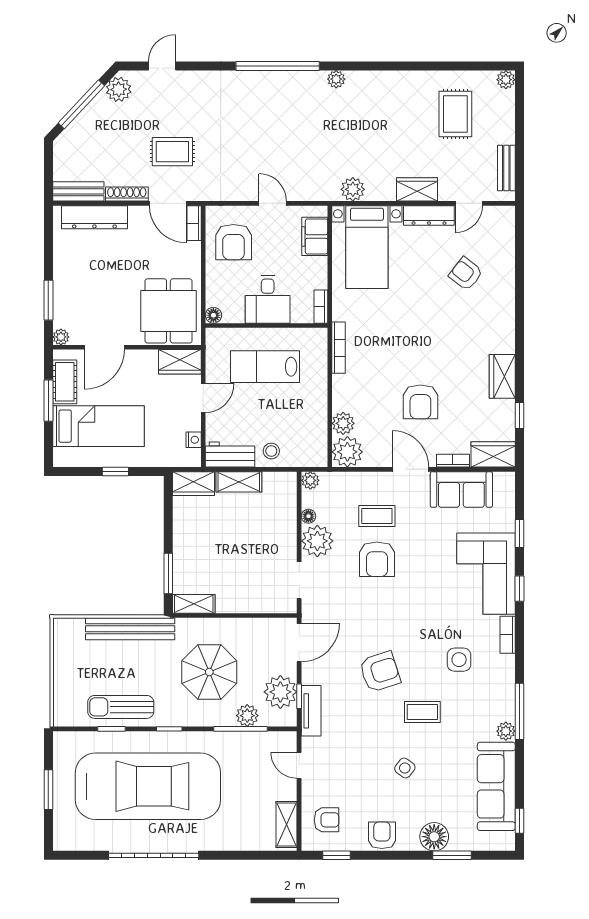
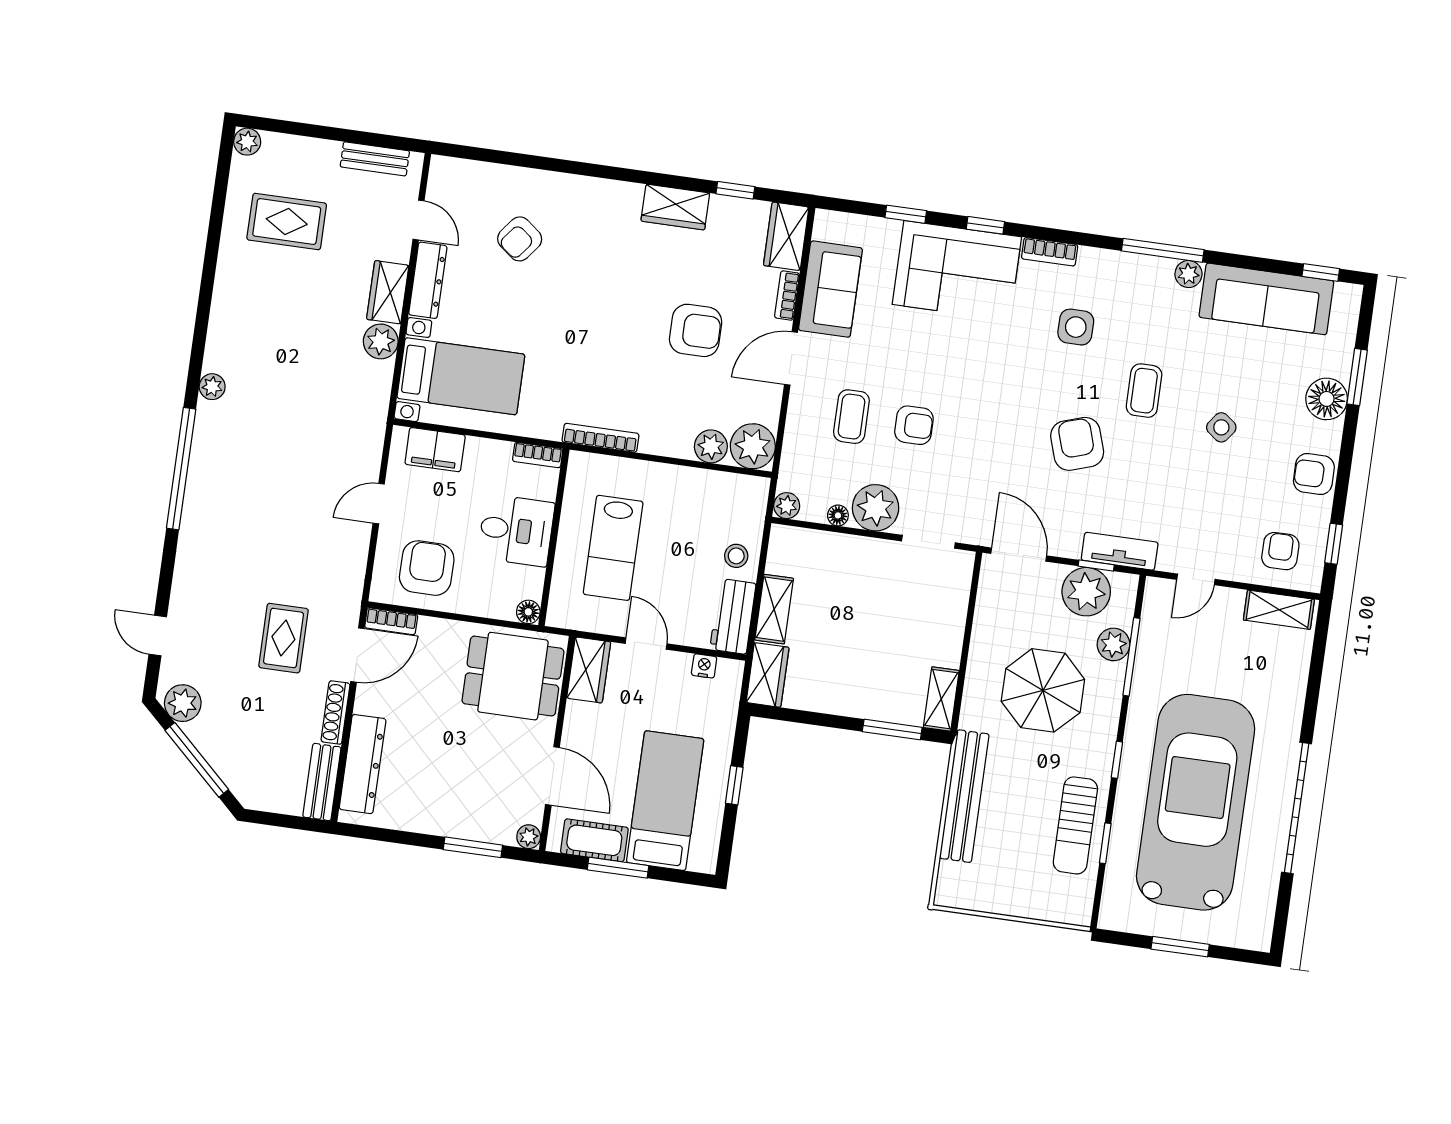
plant: (353, 189) -> (381, 341), moved
armchair: (234, 242) -> (427, 568), turned -90
armchair: (377, 559) -> (914, 425), width x0.72, depth x0.72

